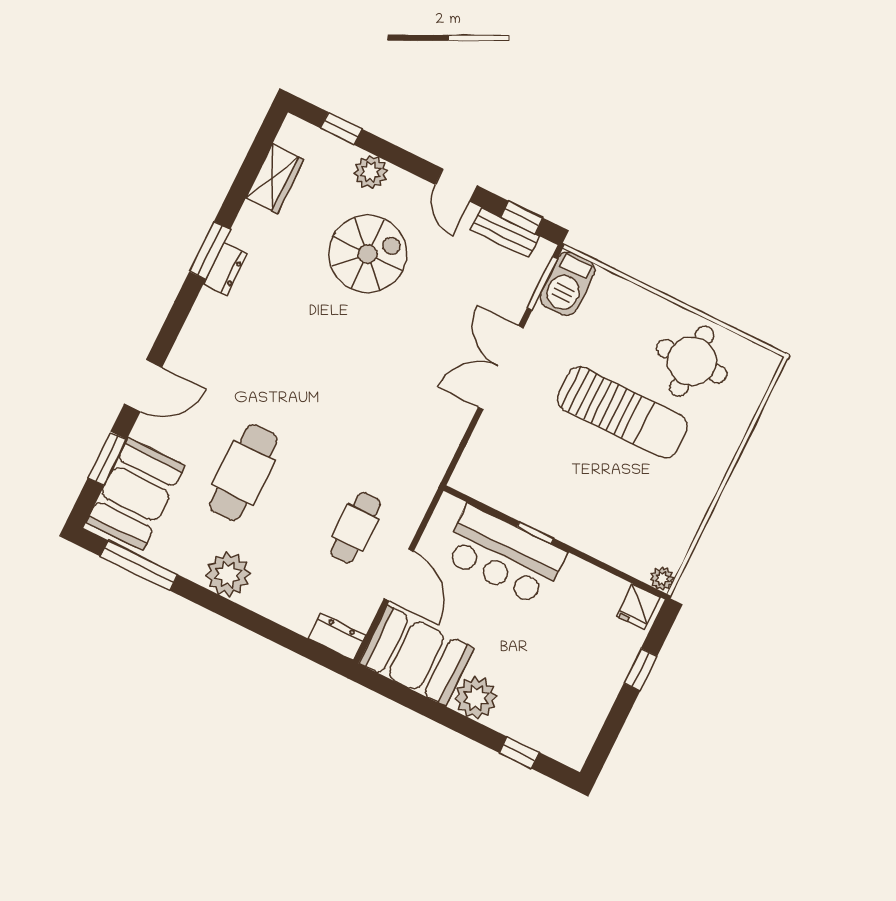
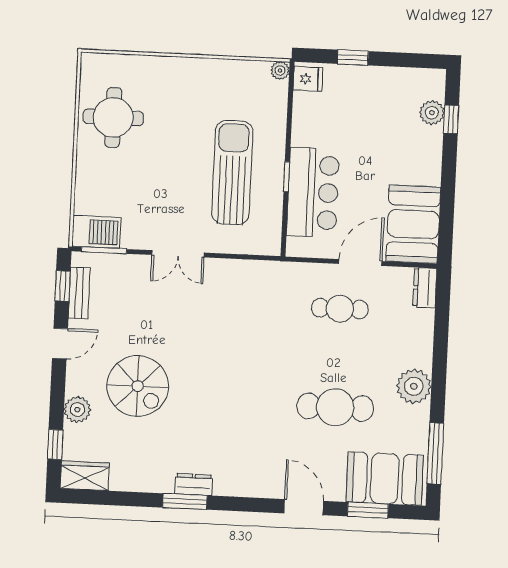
wardrobe: (275, 178) -> (85, 476), moved
spiral stairs: (368, 254) -> (138, 386), turned 180
double door: (501, 368) -> (178, 254), width x0.73
sun lounger: (622, 412) -> (232, 173), moved
plant: (476, 698) -> (432, 113), moved, width x0.73, depth x0.73

